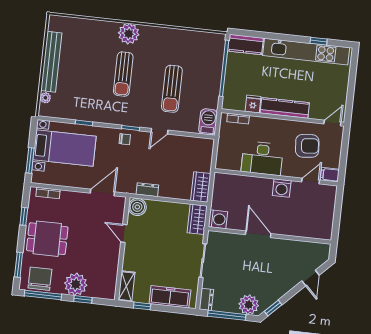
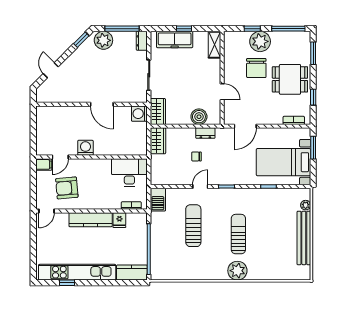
chair: (125, 139) -> (196, 156), moved
desk: (262, 158) -> (129, 172), moved
boiler: (137, 207) -> (199, 117), moved
chair: (40, 279) -> (256, 68), moved
window: (142, 306) -> (184, 29), moved

